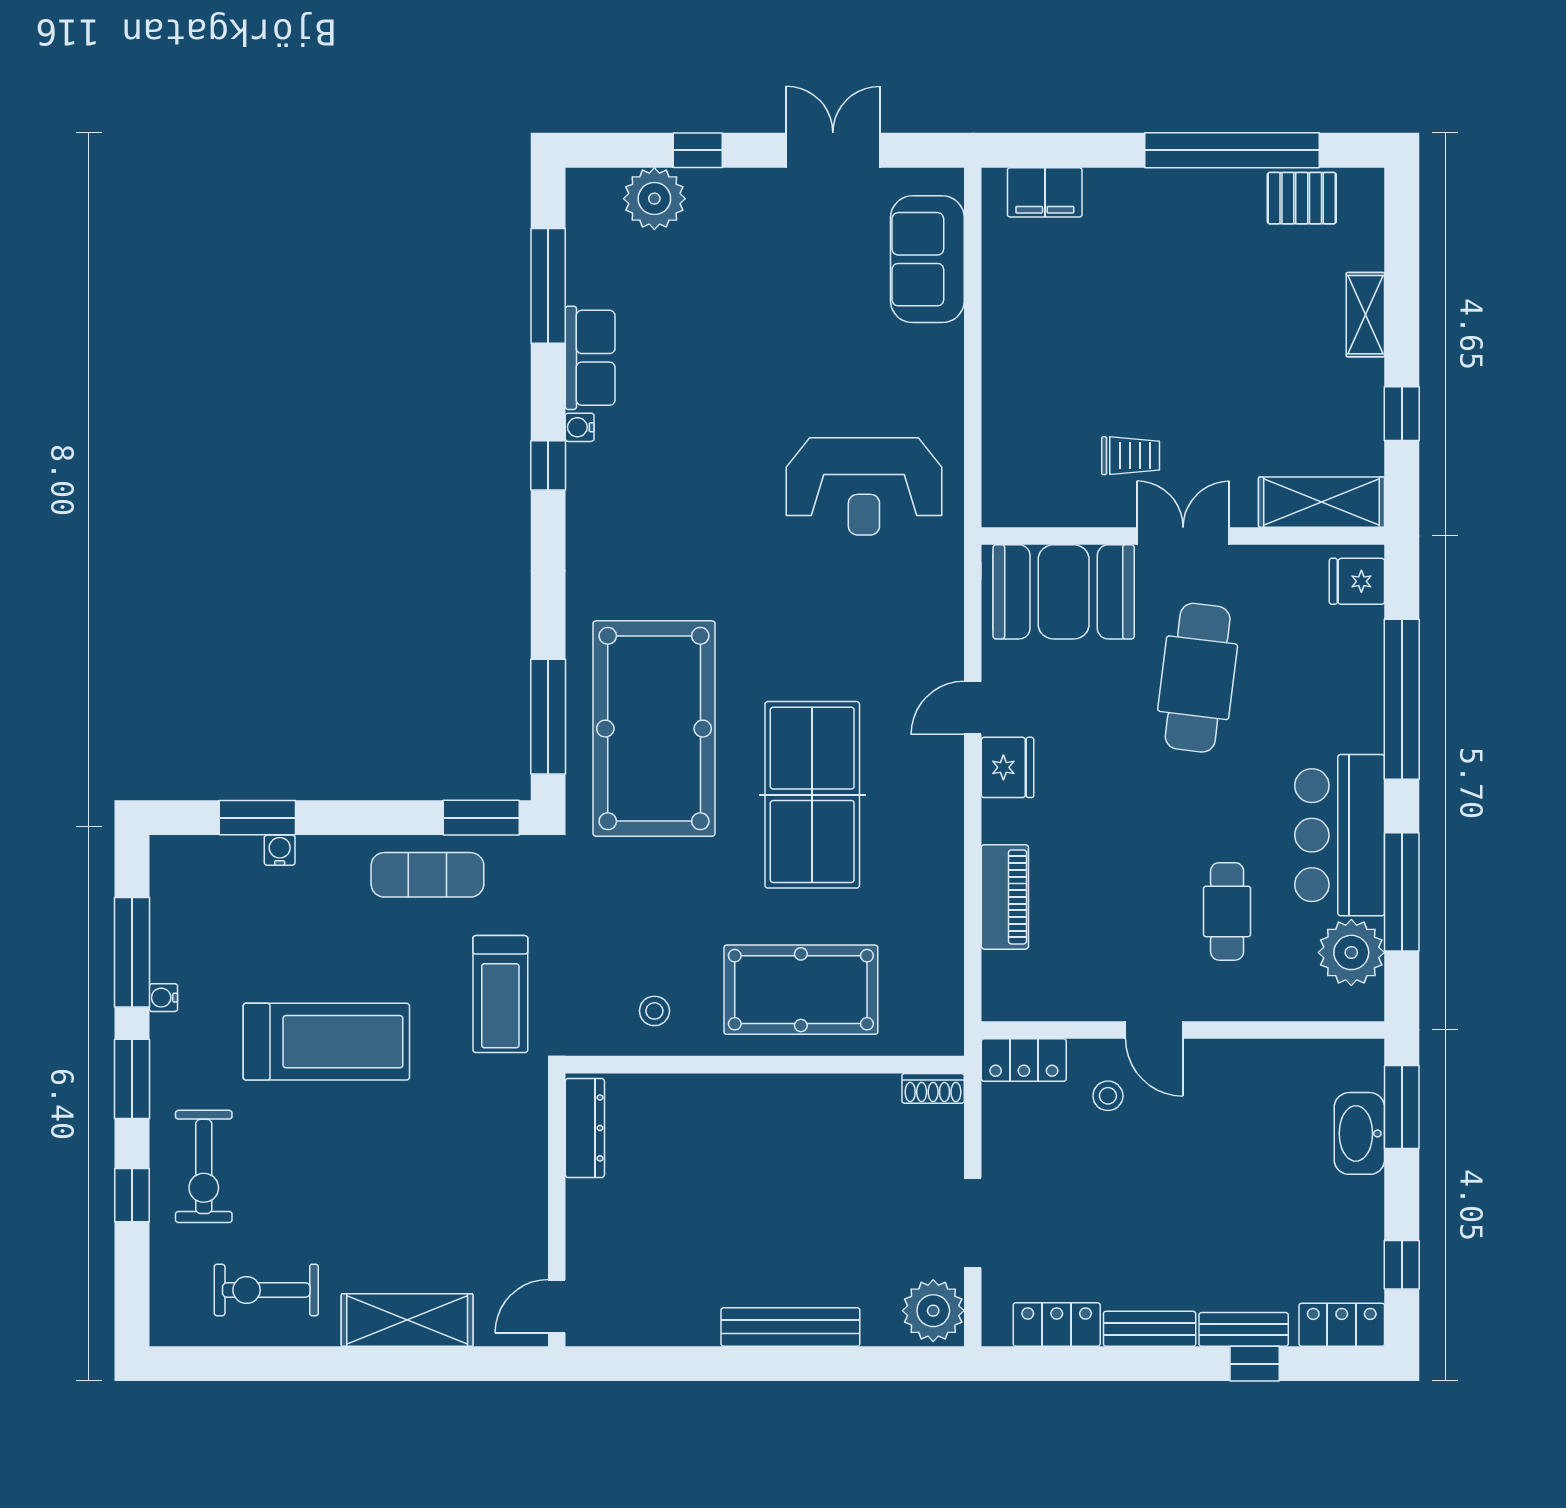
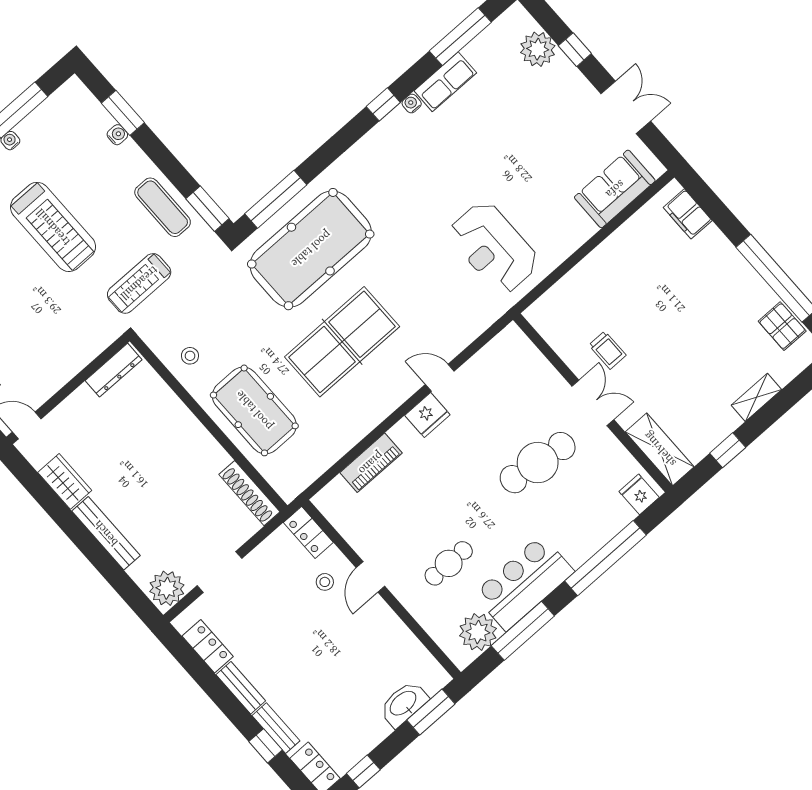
booth: (1064, 592) -> (524, 373), removed
shoe rack: (933, 1088) -> (249, 493), width x1.94, depth x1.24
wardrobe: (674, 1321) -> (65, 481), added

